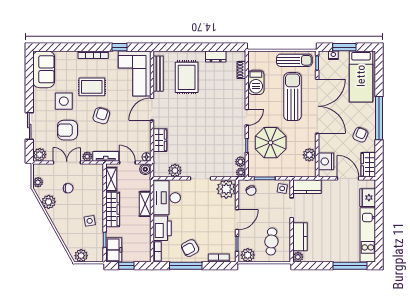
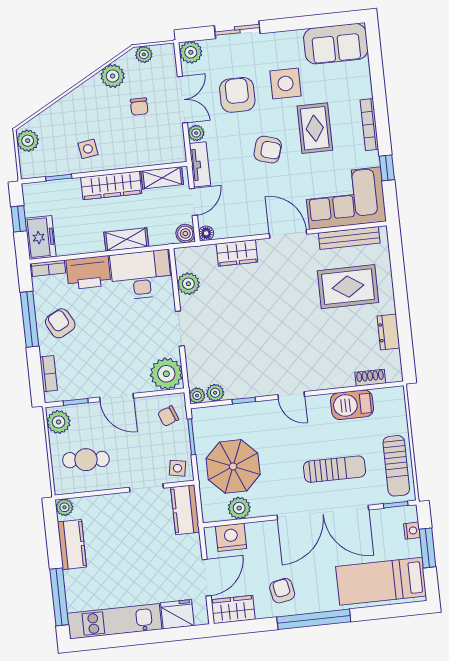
sun lounger: (293, 97) -> (335, 469), width x0.73, depth x0.75
armchair: (360, 135) -> (282, 591), turned -124
parasol: (271, 143) -> (233, 466), moved
kitchen counter: (300, 237) -> (72, 545), moved, turned -90
freezer: (114, 250) -> (41, 237), moved, turned -90

